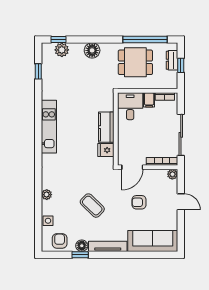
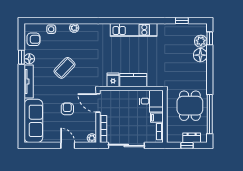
floor lamp: (92, 50) -> (200, 55), moved
door: (181, 202) -> (68, 145), swing flipped

